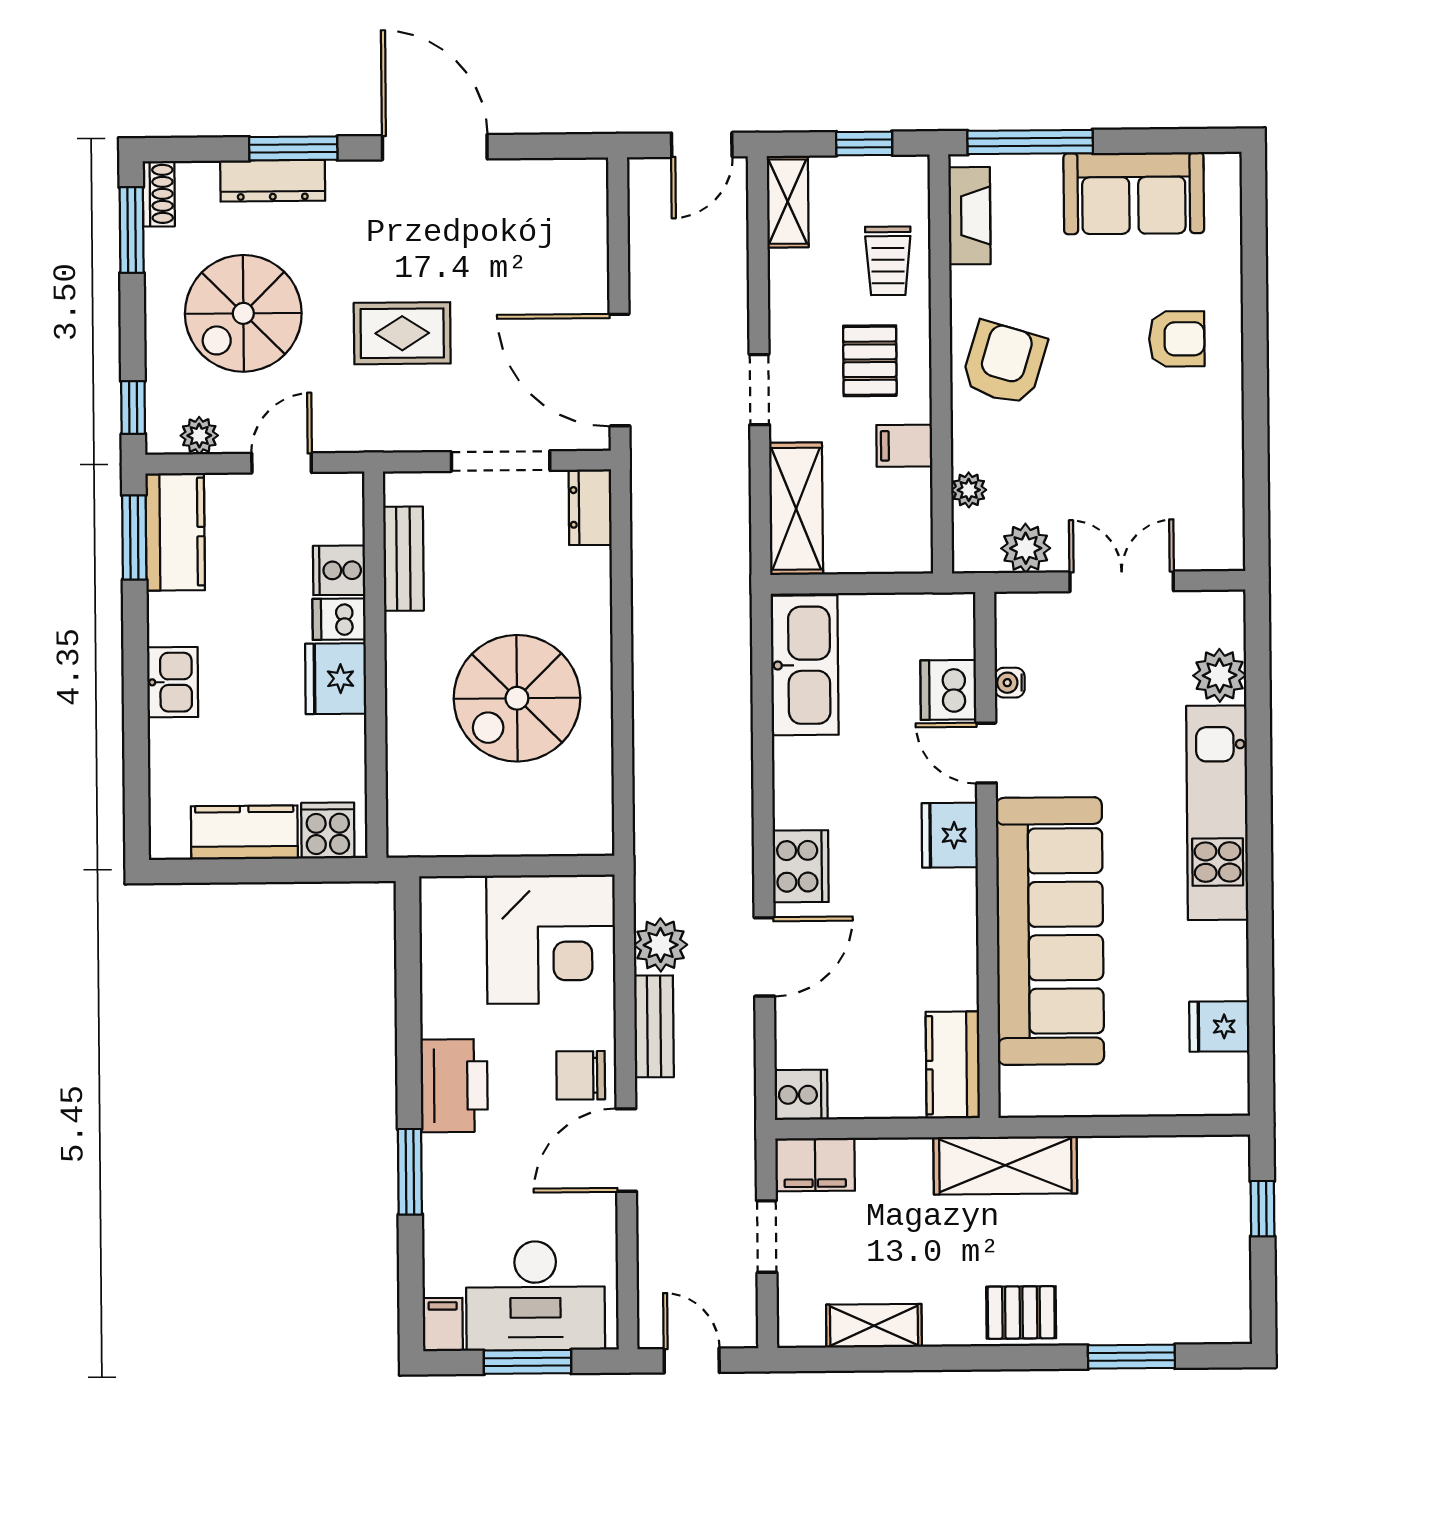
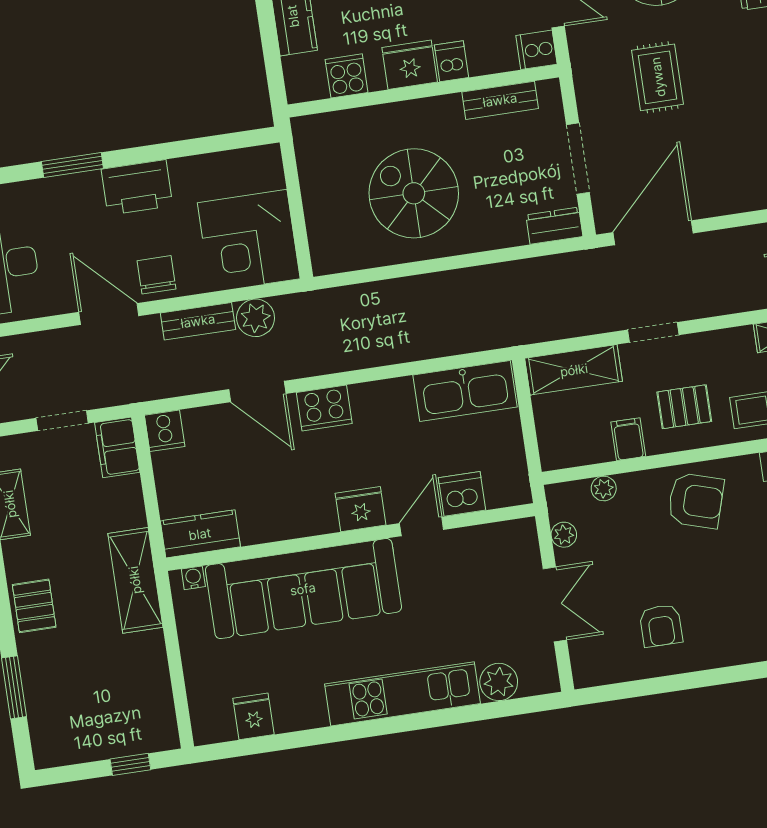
armchair: (1177, 339) -> (661, 626), moved
plant: (1026, 548) -> (564, 535), width x0.73, depth x0.73
cooker: (339, 570) -> (536, 50), moved, turned -90
water cooler: (1010, 683) -> (193, 578), moved
cooker: (328, 831) -> (347, 76), moved, turned -90

